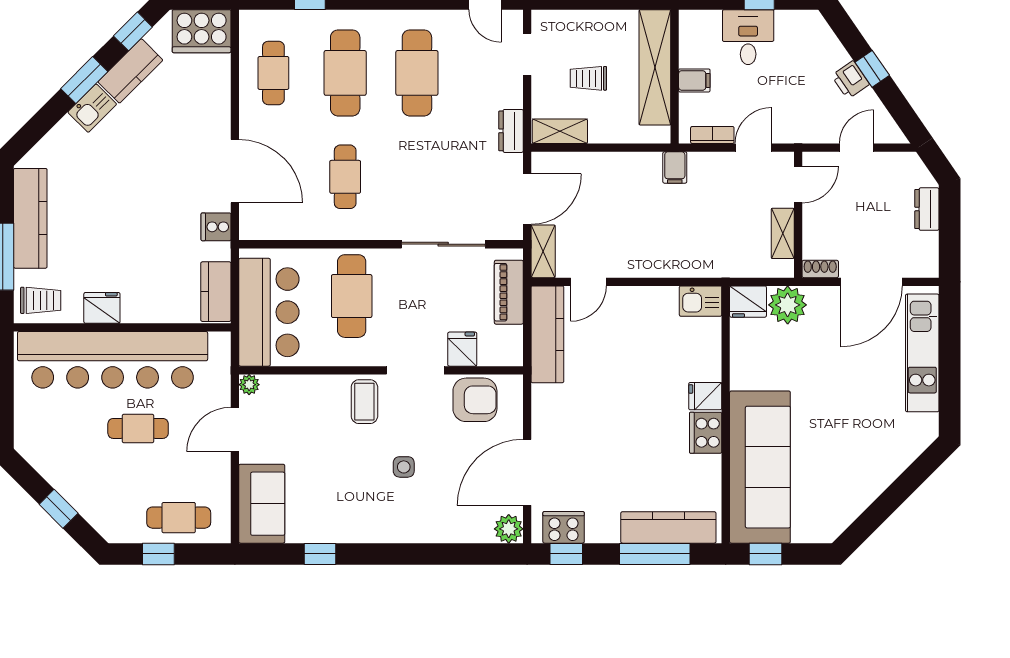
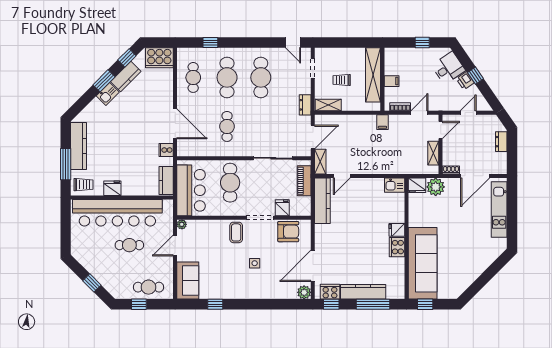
desk: (748, 37) -> (448, 68), moved, turned 56
kitchen counter: (668, 527) -> (363, 292), moved

